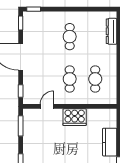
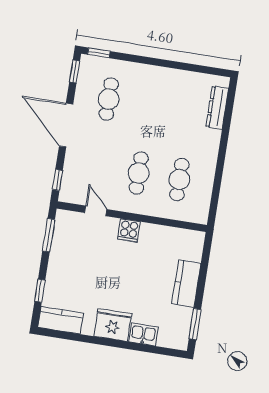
cafe table: (70, 37) -> (109, 99), moved
door: (47, 106) -> (96, 211), hinge flipped
cooker: (75, 117) -> (129, 230), width x0.53, depth x0.76

